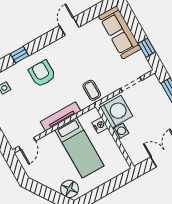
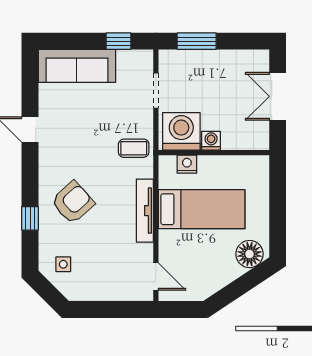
armchair: (42, 74) -> (73, 202), turned 138

